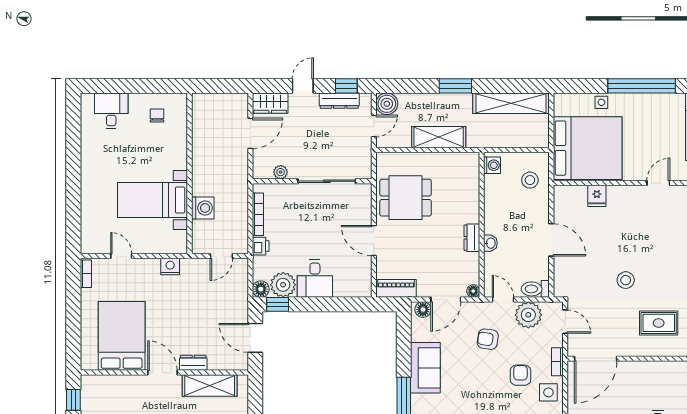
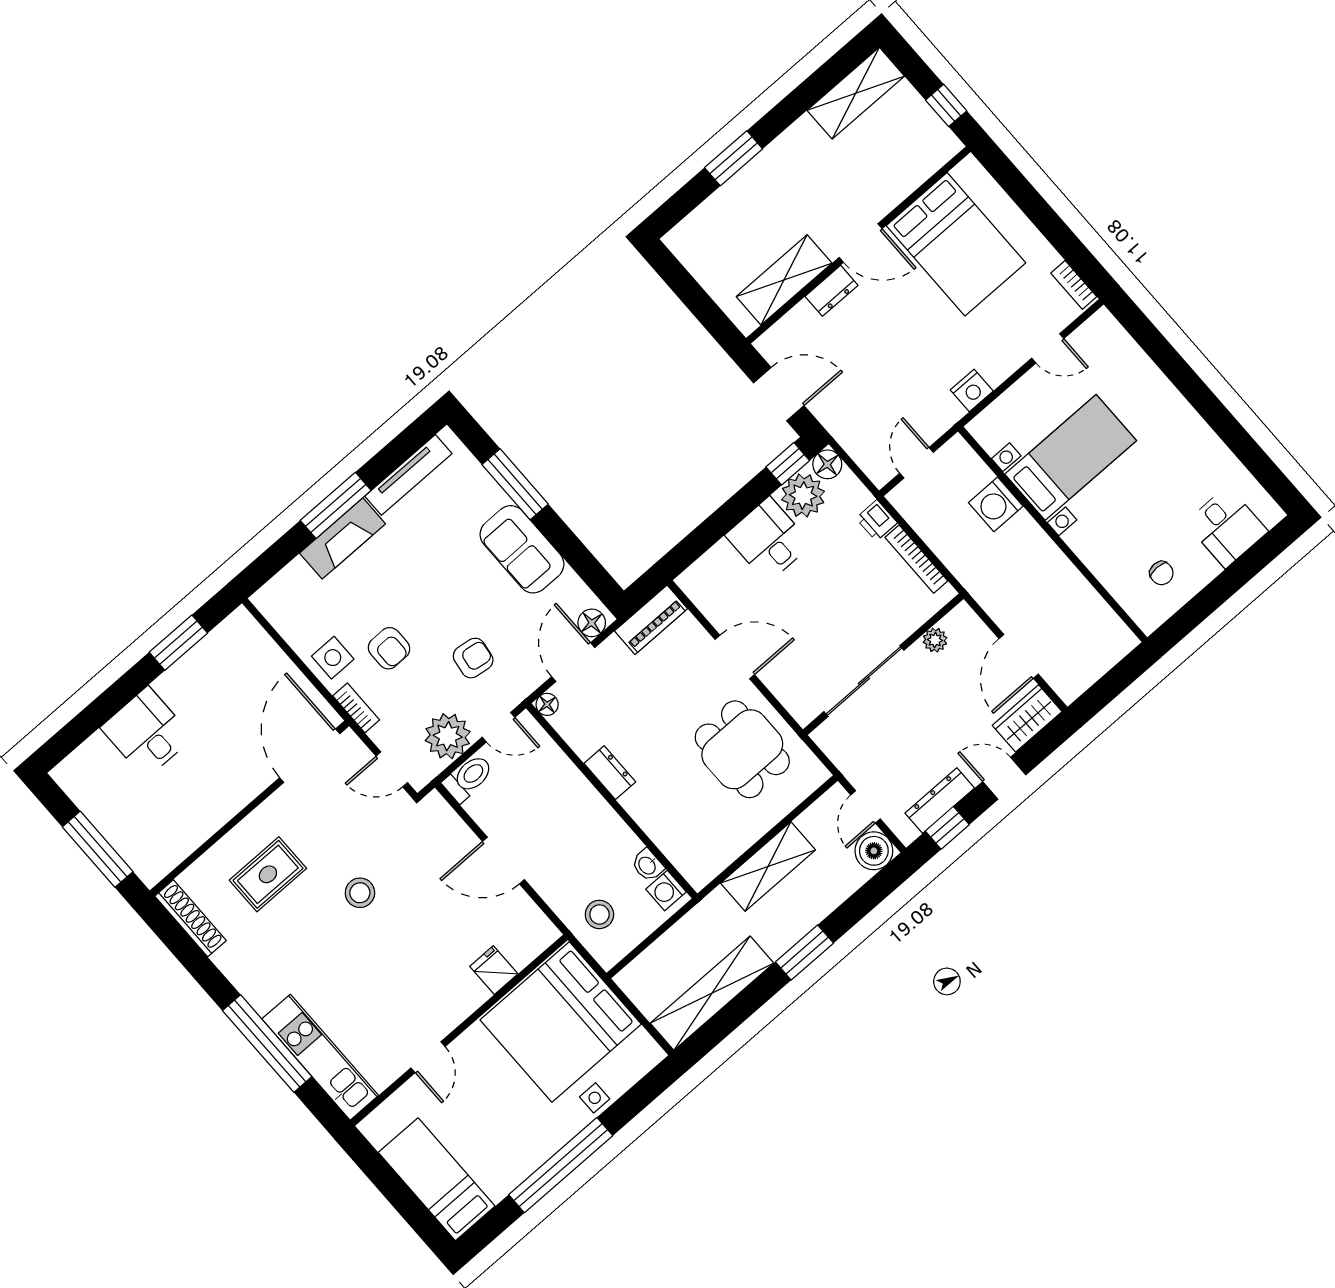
door: (303, 86) -> (1004, 778), swing flipped
dining table: (405, 198) -> (742, 749), turned 90
washbasin: (490, 243) -> (648, 865), moved

